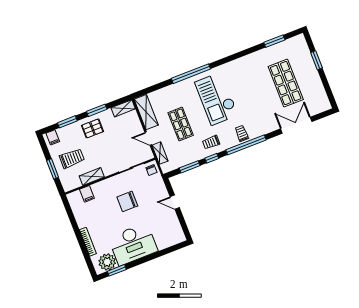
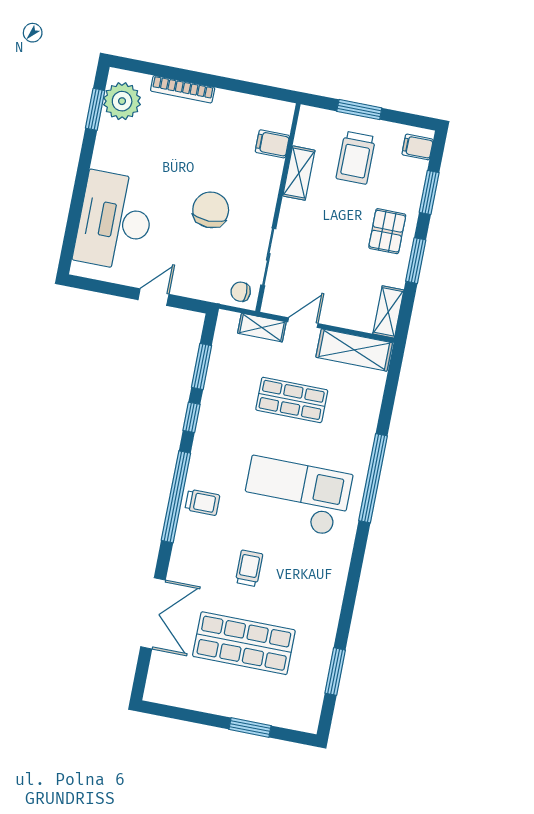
trolley: (211, 142) -> (249, 568), moved
desk: (133, 244) -> (115, 221), moved

